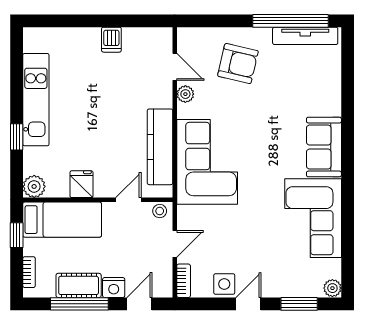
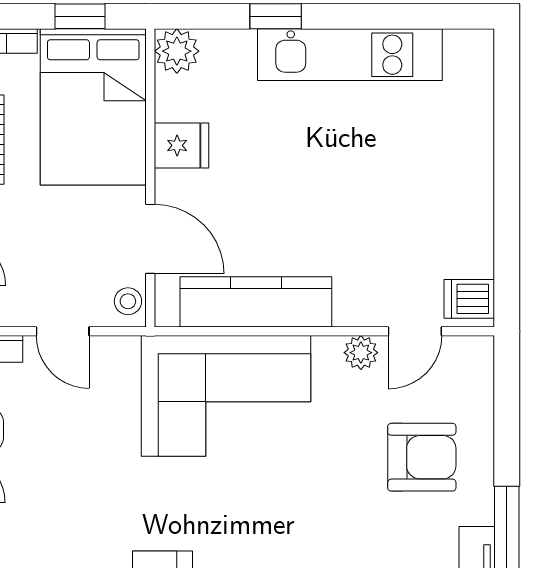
dishwasher: (111, 40) -> (469, 299), moved
armchair: (238, 63) -> (422, 457), turned -103
door: (128, 200) -> (150, 239), width x1.38
bed: (62, 220) -> (93, 107), width x1.50

